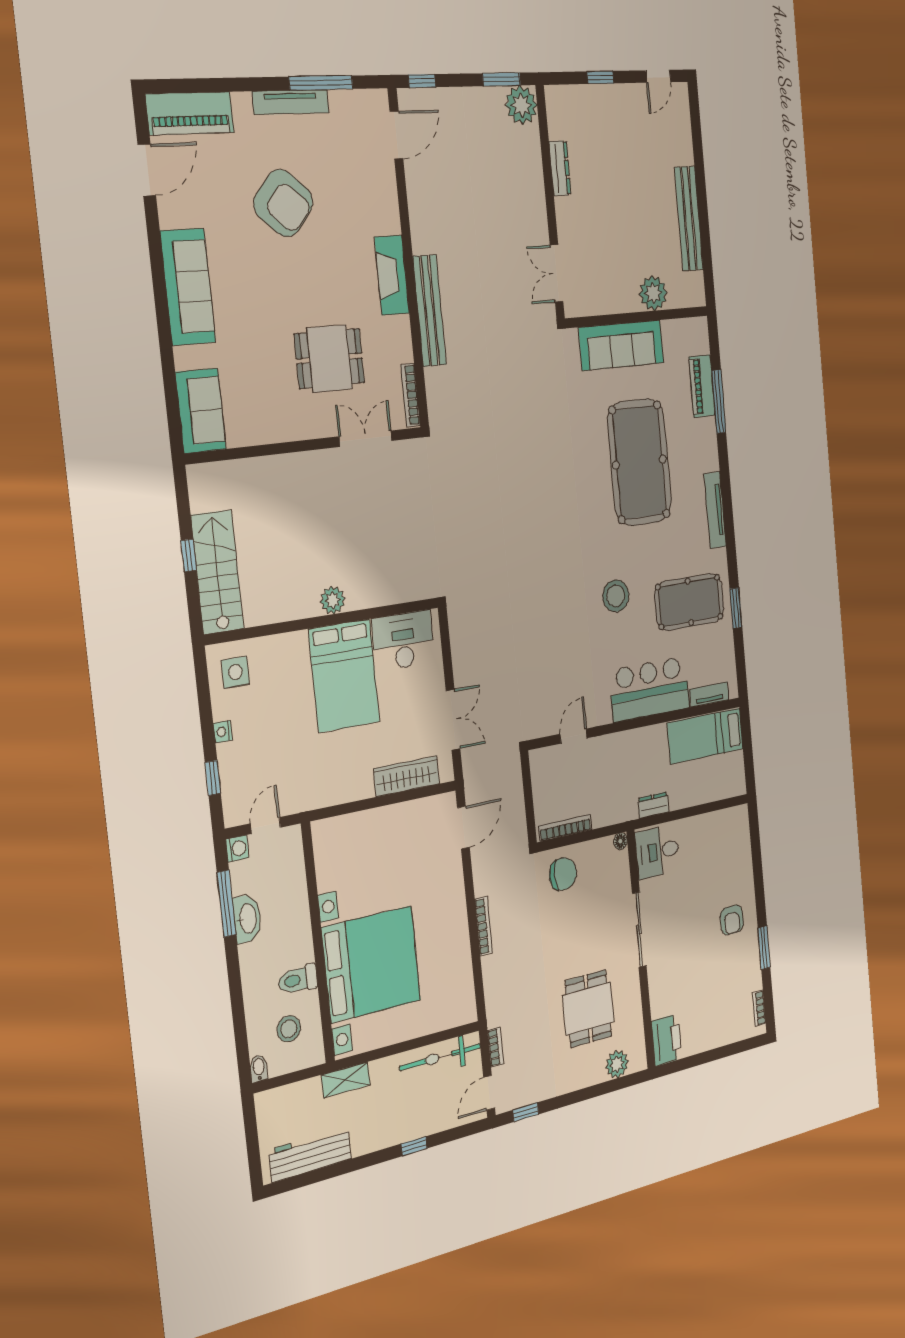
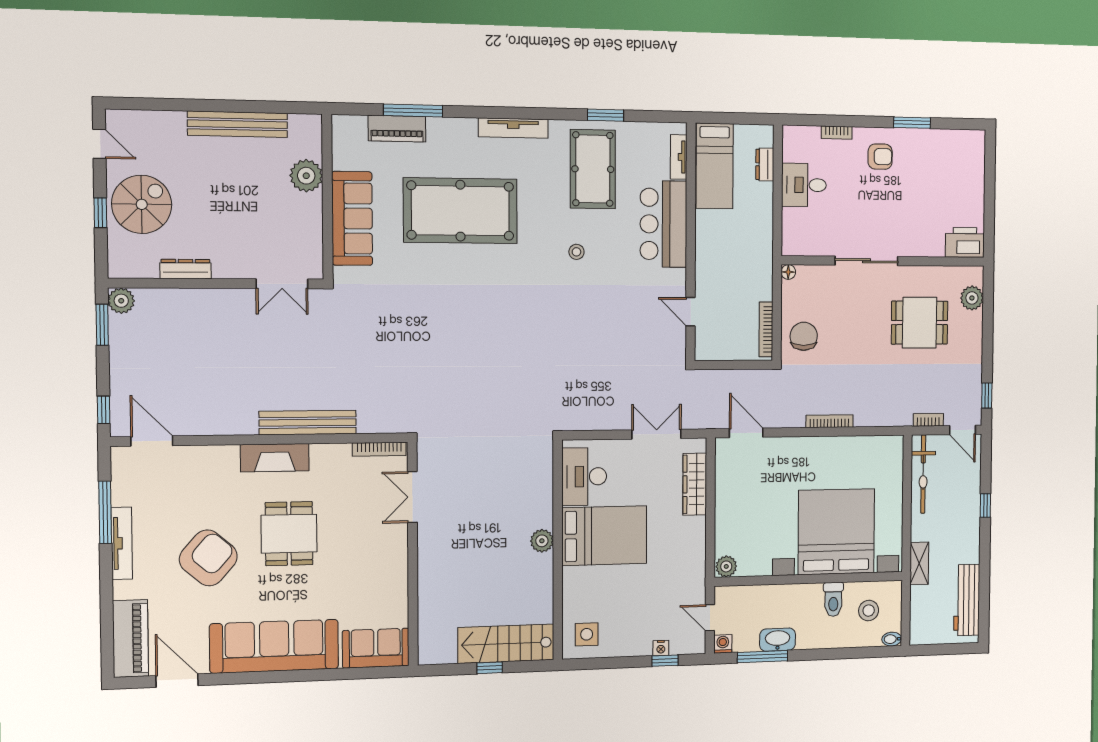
plant: (521, 105) -> (121, 301), width x0.73, depth x0.73
spiral stairs: (612, 121) -> (142, 204), added
sofa: (188, 287) -> (274, 646), width x1.36, depth x1.27
dining table: (329, 358) -> (289, 534), moved
stool: (616, 596) -> (576, 252), width x0.53, depth x0.53
nightstand: (223, 732) -> (661, 648), moved
dresser: (653, 805) -> (765, 164), moved
plant: (323, 834) -> (726, 566), added
desk: (657, 851) -> (804, 185), moved, turned 90
bookcase: (759, 1008) -> (837, 133), moved

